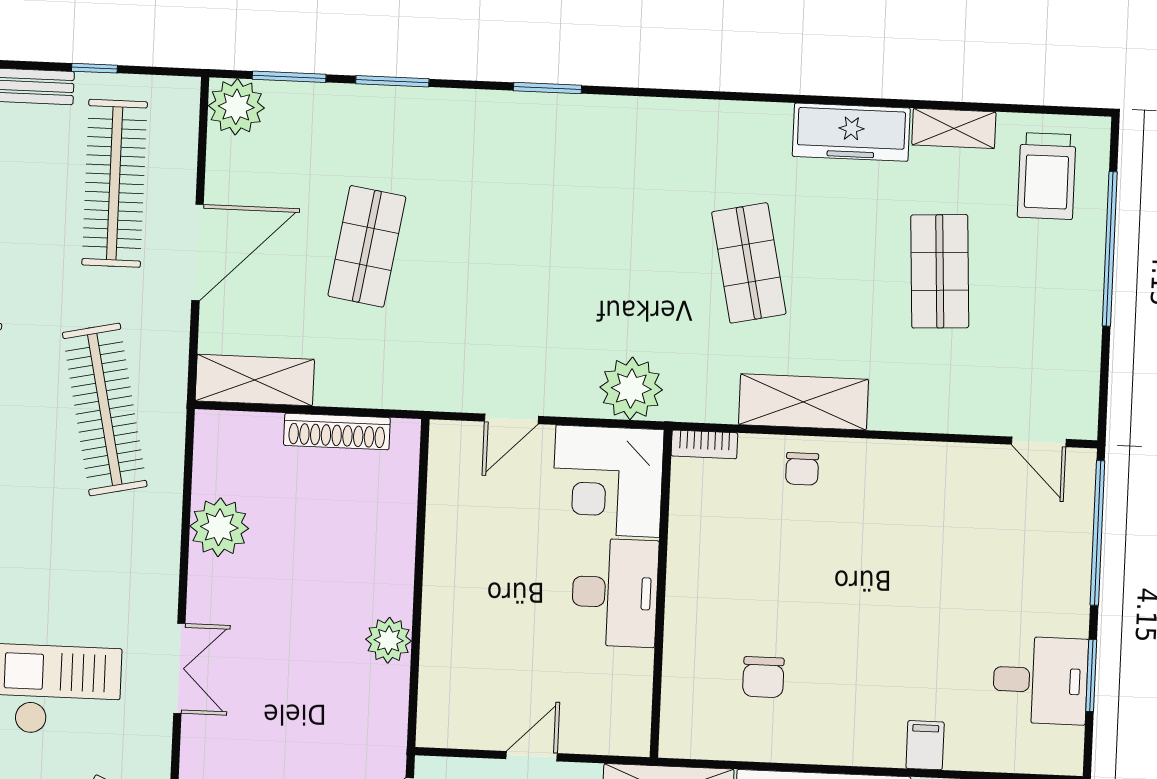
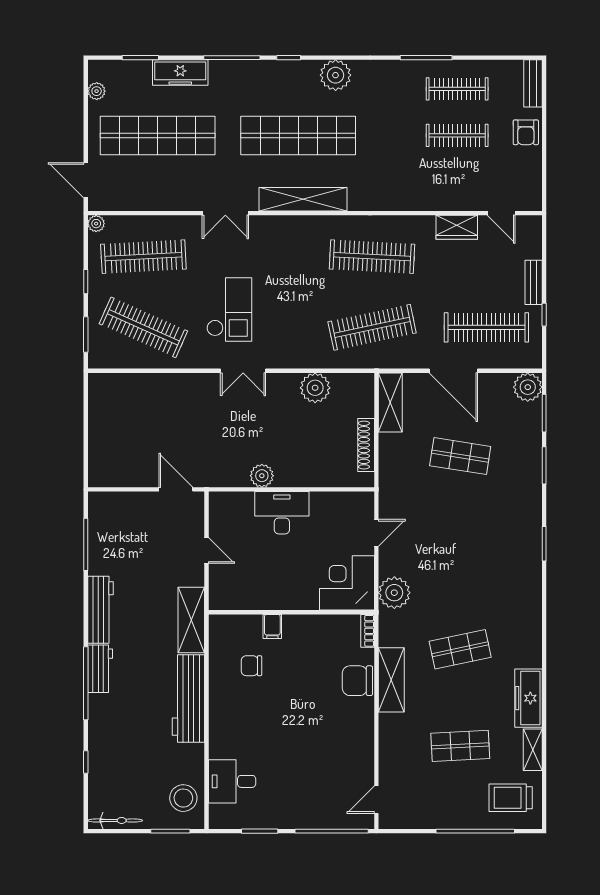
door: (511, 419) -> (376, 533), swing flipped
chair: (802, 469) -> (357, 681), width x1.87, depth x1.87
desk: (615, 592) -> (282, 513), moved, turned 180
desk: (1040, 680) -> (232, 781), moved, turned 90
filing cabinet: (925, 745) -> (272, 626), moved, turned 90

